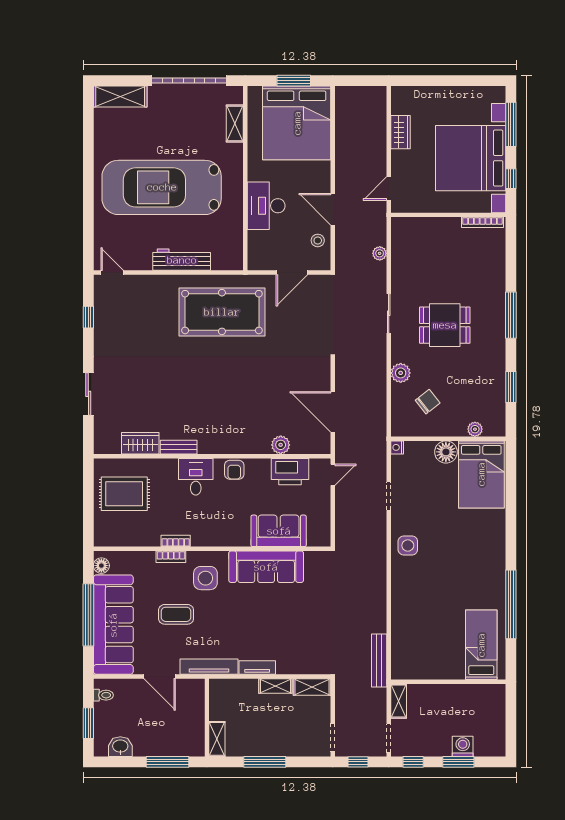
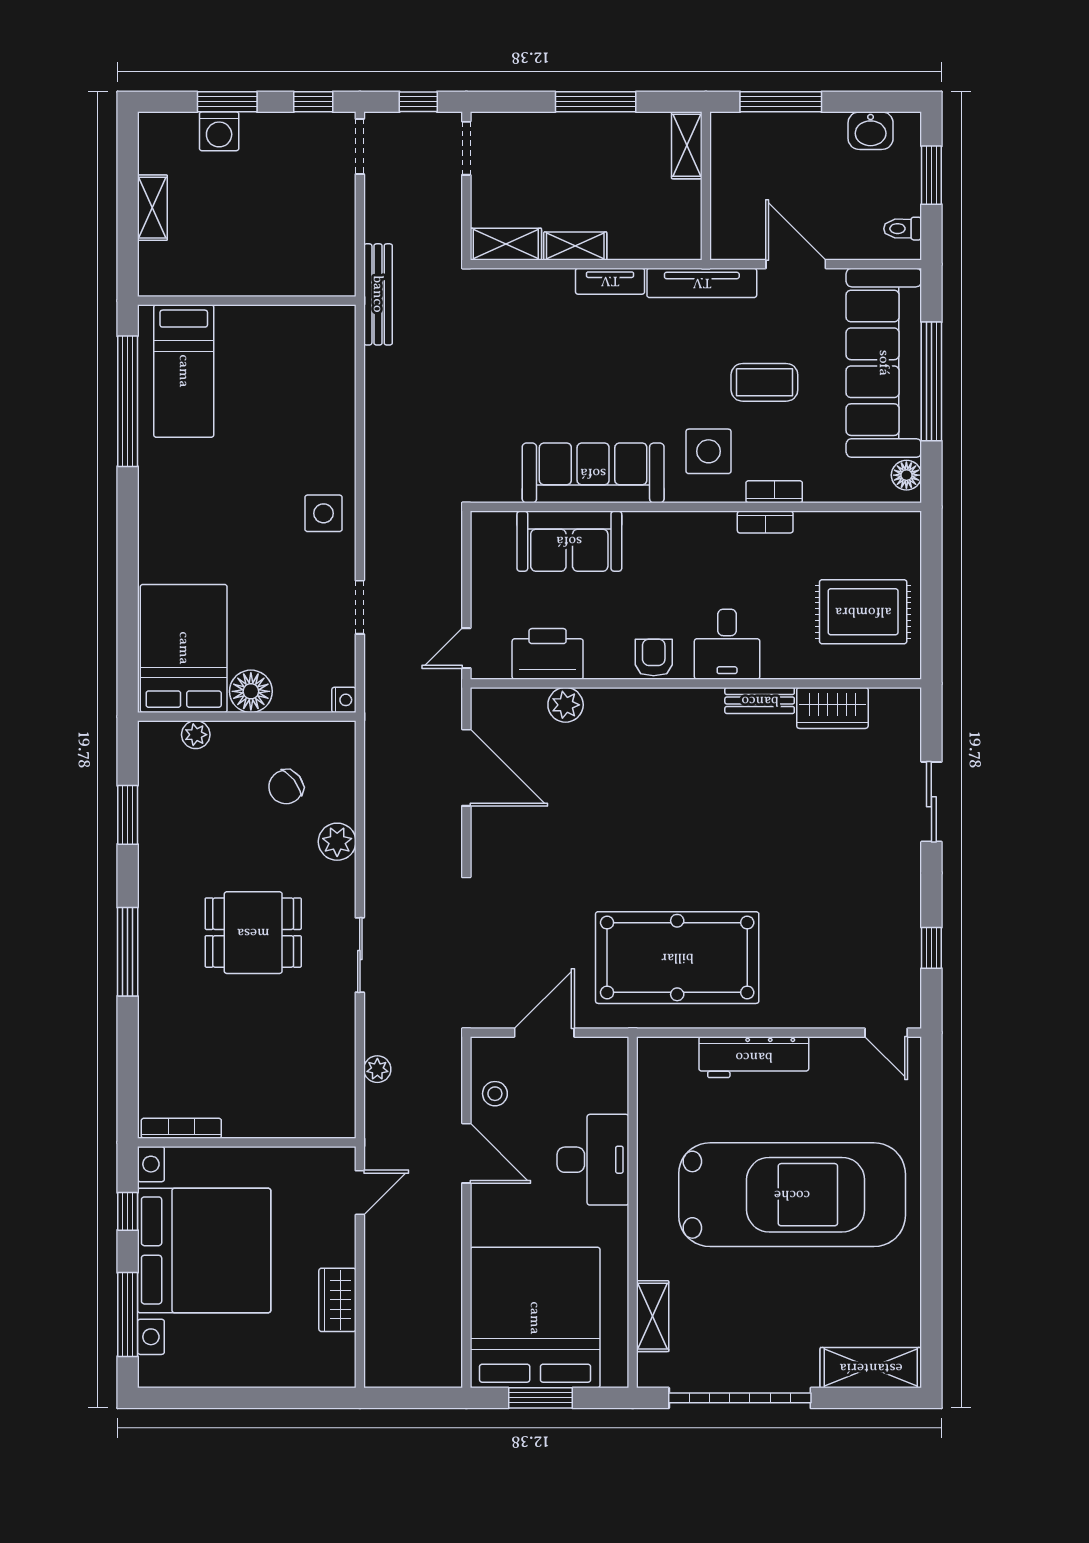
bed: (481, 645) -> (184, 371), moved
wall: (448, 682) -> (247, 301), moved
shelving: (399, 701) -> (152, 208), moved

